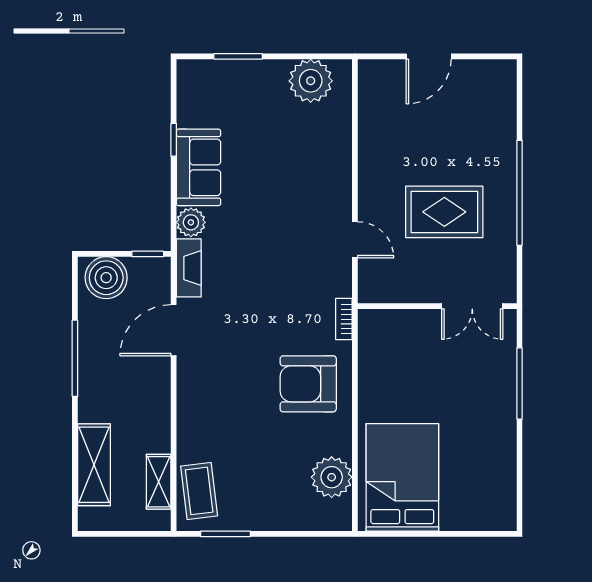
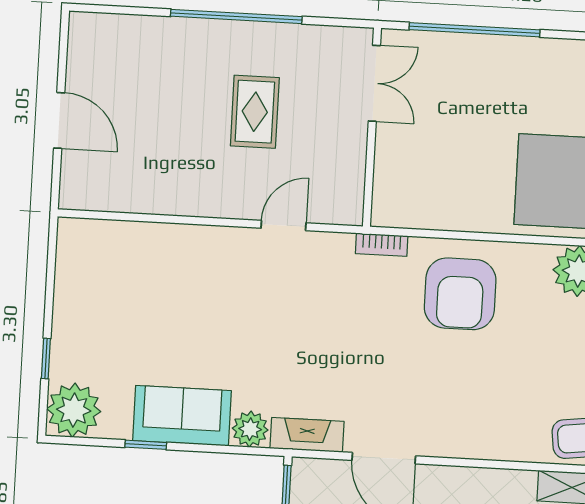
window: (238, 56) -> (46, 359), width x0.67
plant: (311, 81) -> (74, 410), moved
rug: (444, 212) -> (255, 112), width x0.73, depth x0.70
window: (520, 383) -> (474, 30), width x1.46

